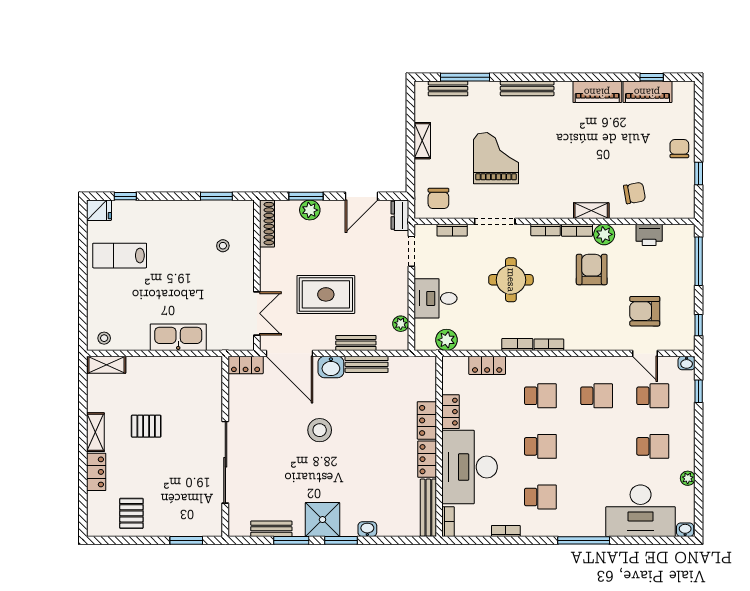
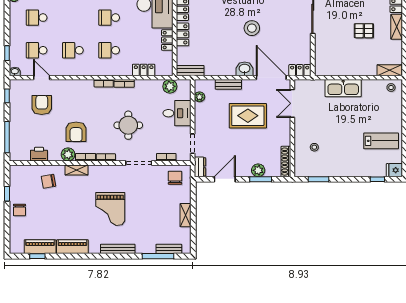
grand piano: (496, 158) -> (110, 209), moved
armchair: (645, 311) -> (42, 105), turned -90
bench: (367, 364) -> (190, 71), moved

